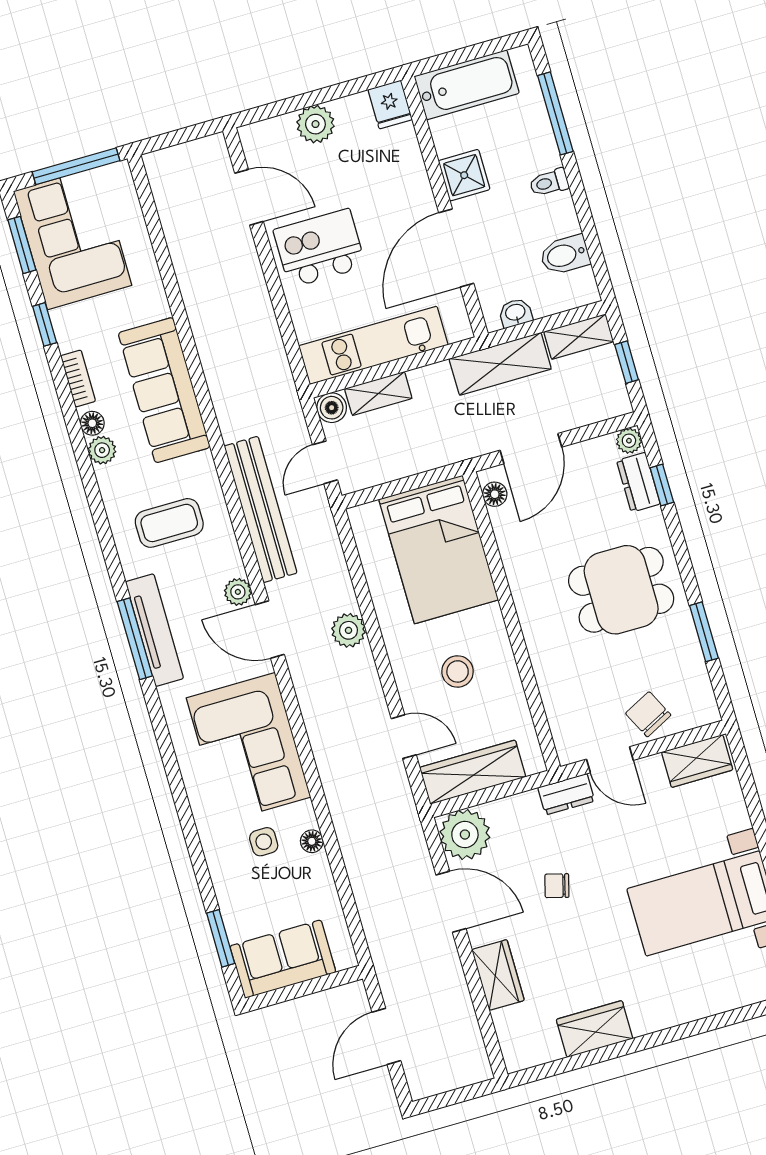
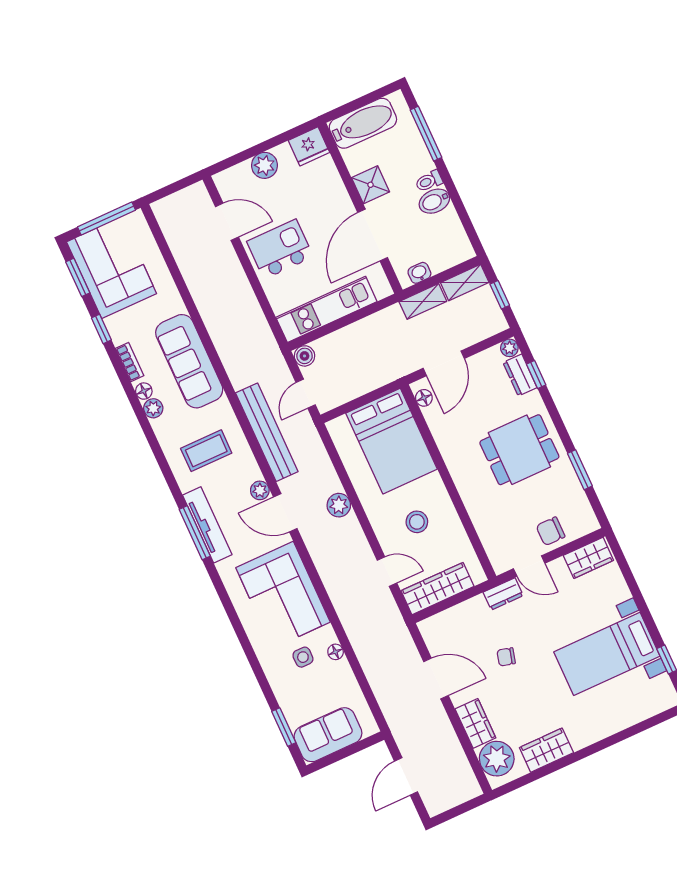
fridge: (390, 105) -> (309, 146), width x1.38
bidet: (565, 255) -> (434, 201), moved
shelving: (500, 364) -> (423, 301), width x0.67, depth x0.75
shelving: (378, 394) -> (335, 342), removed
chair: (648, 714) -> (550, 531), turned -63
plant: (465, 835) -> (497, 759), moved

